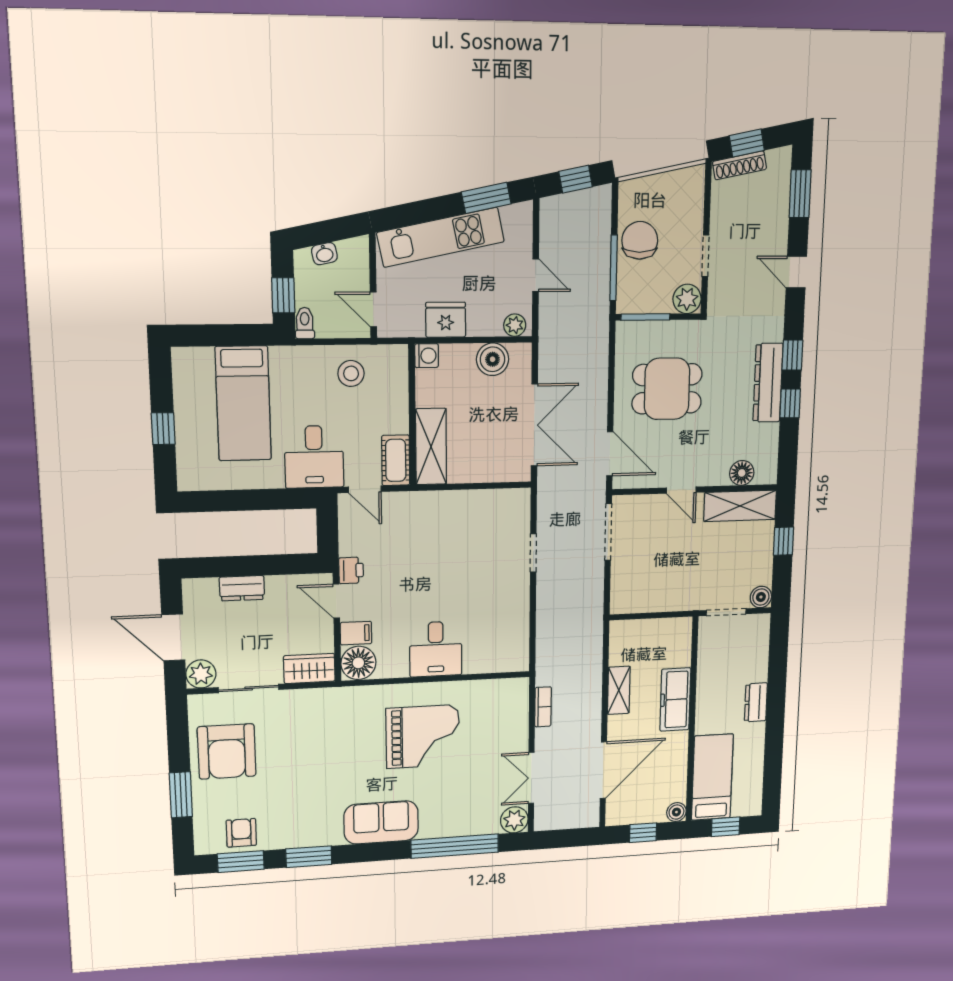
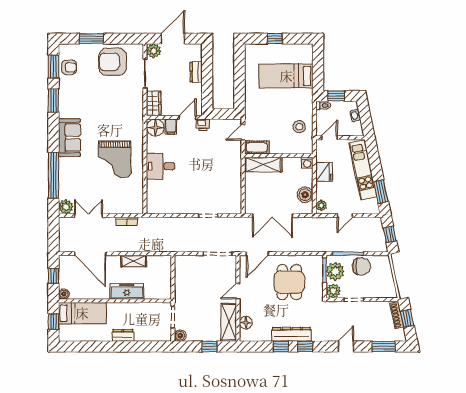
plant: (648, 295) -> (335, 271), added
desk: (314, 457) -> (260, 108), removed

